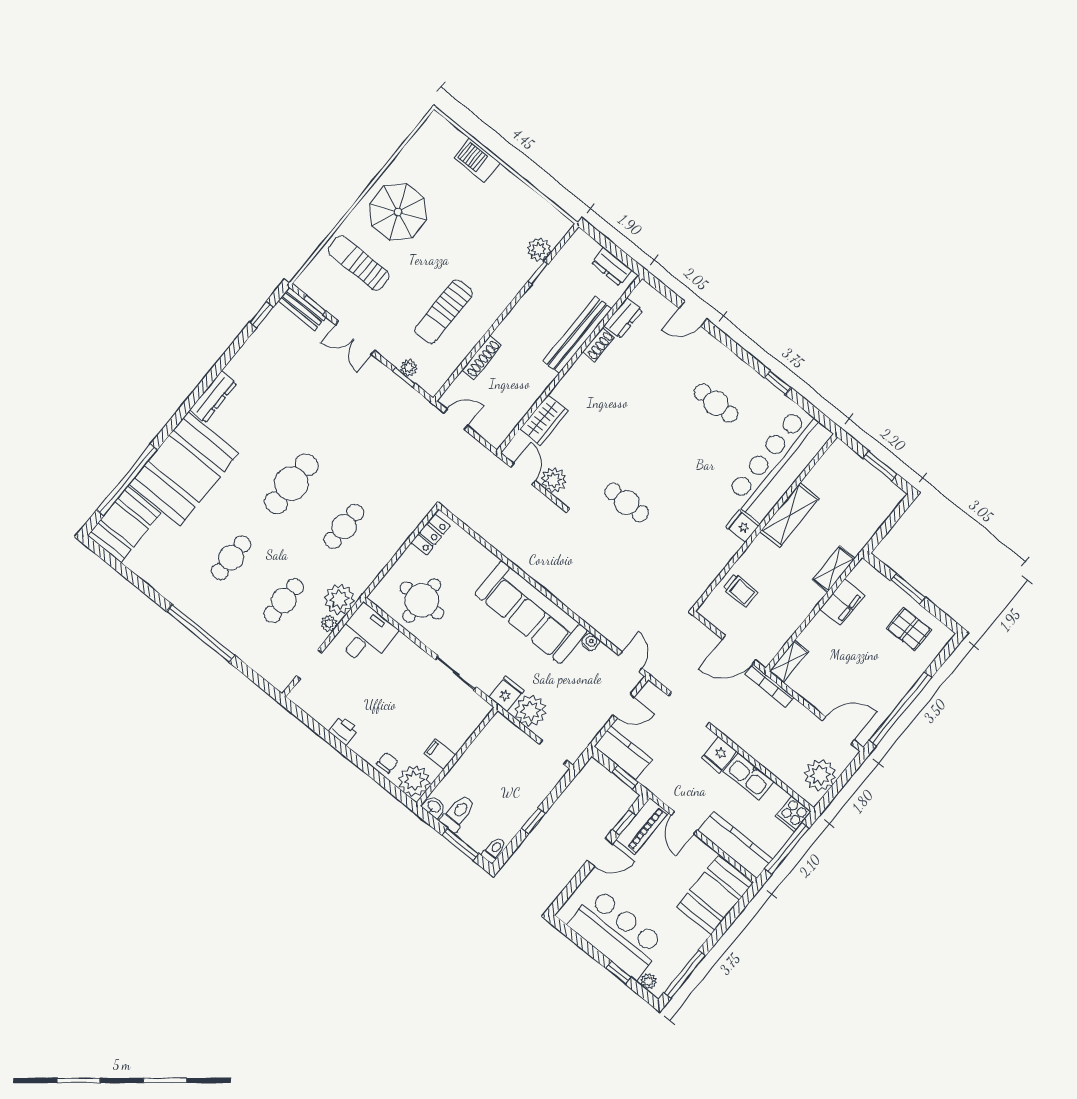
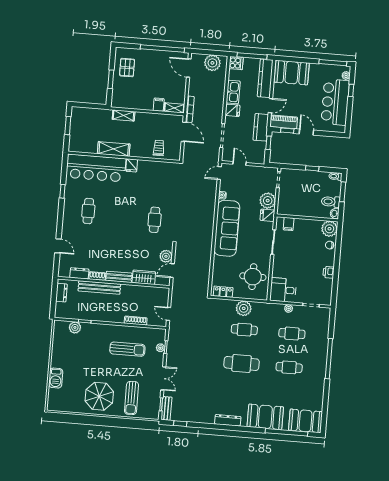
bench: (573, 379) -> (119, 277), added
booth: (184, 469) -> (265, 417), width x0.73, depth x0.70
plant: (339, 599) -> (244, 308), moved
filing cabinet: (842, 602) -> (159, 105), moved, width x0.50
kitchen counter: (623, 753) -> (261, 127), moved
filing cabinet: (440, 754) -> (289, 224), moved

